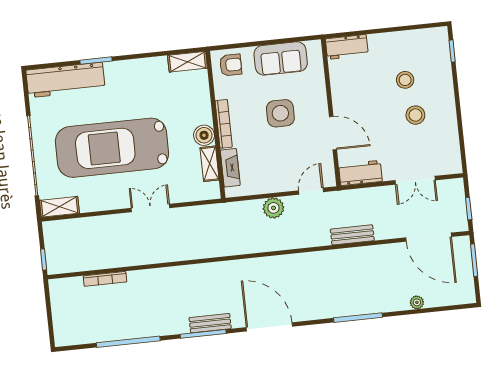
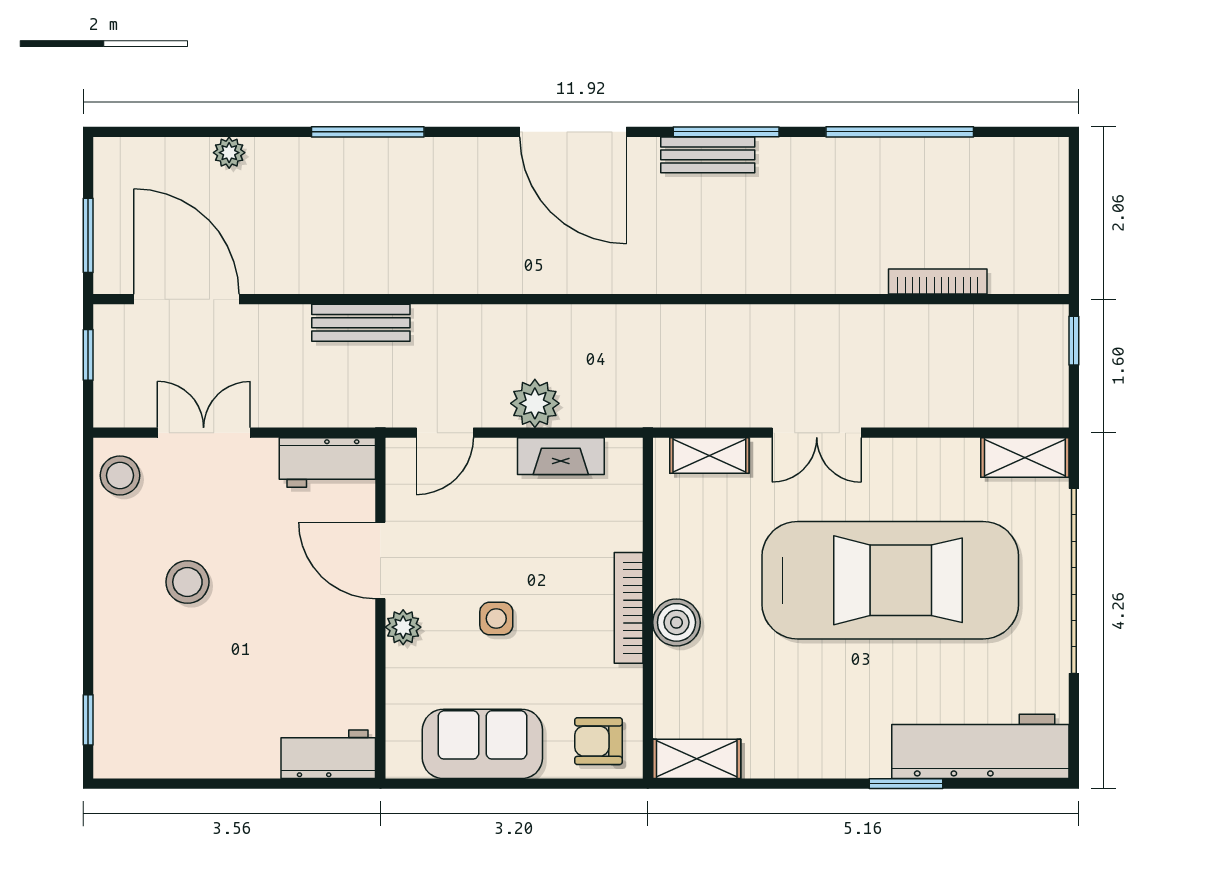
stool: (405, 80) -> (120, 475), moved
plant: (320, 105) -> (403, 627), added
side table: (280, 113) -> (496, 619), width x0.54, depth x0.54
boiler: (204, 135) -> (676, 622), moved
shelving: (210, 164) -> (709, 456), moved, turned 90
fireplace: (230, 168) -> (561, 456), moved, turned -90

